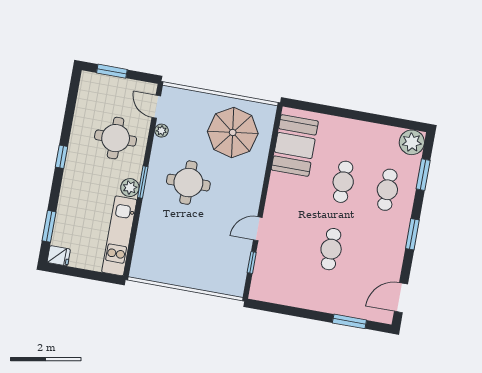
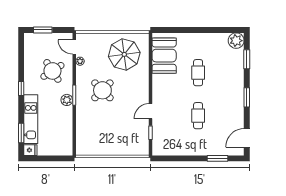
round table: (116, 138) -> (52, 71), turned -33
round table: (188, 183) -> (102, 90), turned 45
cafe table: (387, 190) -> (226, 73), removed
kitchen unit: (119, 236) -> (31, 119), moved, turned 180

